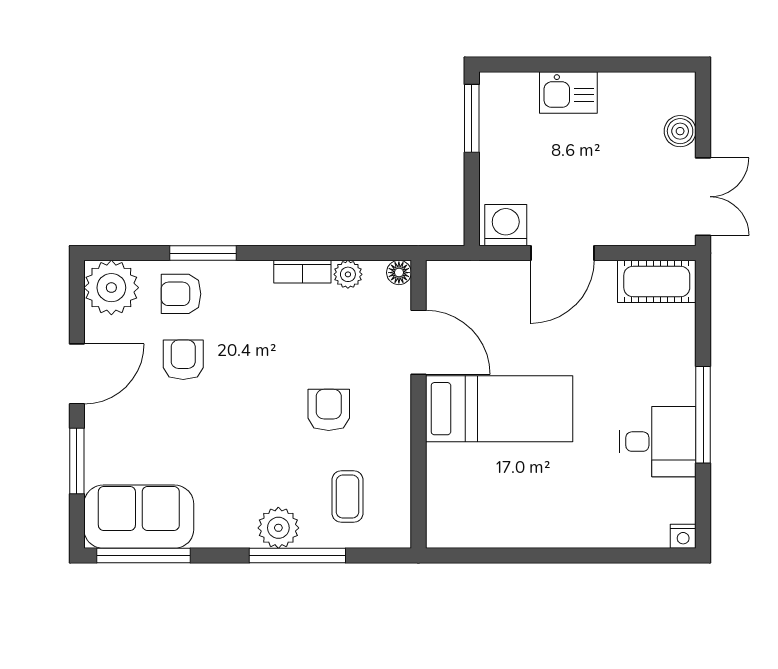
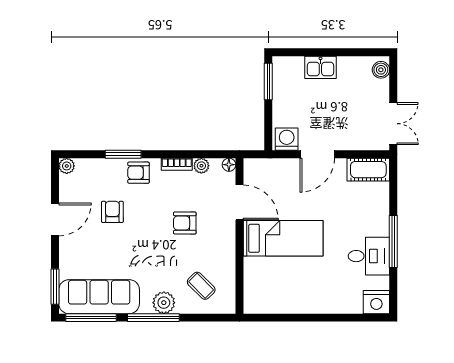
boiler: (680, 131) -> (381, 70), moved
plant: (111, 288) -> (67, 166), width x0.53, depth x0.53
armchair: (181, 294) -> (138, 173), moved
armchair: (329, 410) -> (185, 223), moved, turned -90
window: (77, 461) -> (55, 287), moved
coffee table: (348, 497) -> (201, 286), turned -45
sofa: (139, 517) -> (99, 297), width x1.36
nightstand: (683, 536) -> (376, 302), width x1.89, depth x1.79
window: (297, 555) -> (153, 318), moved

